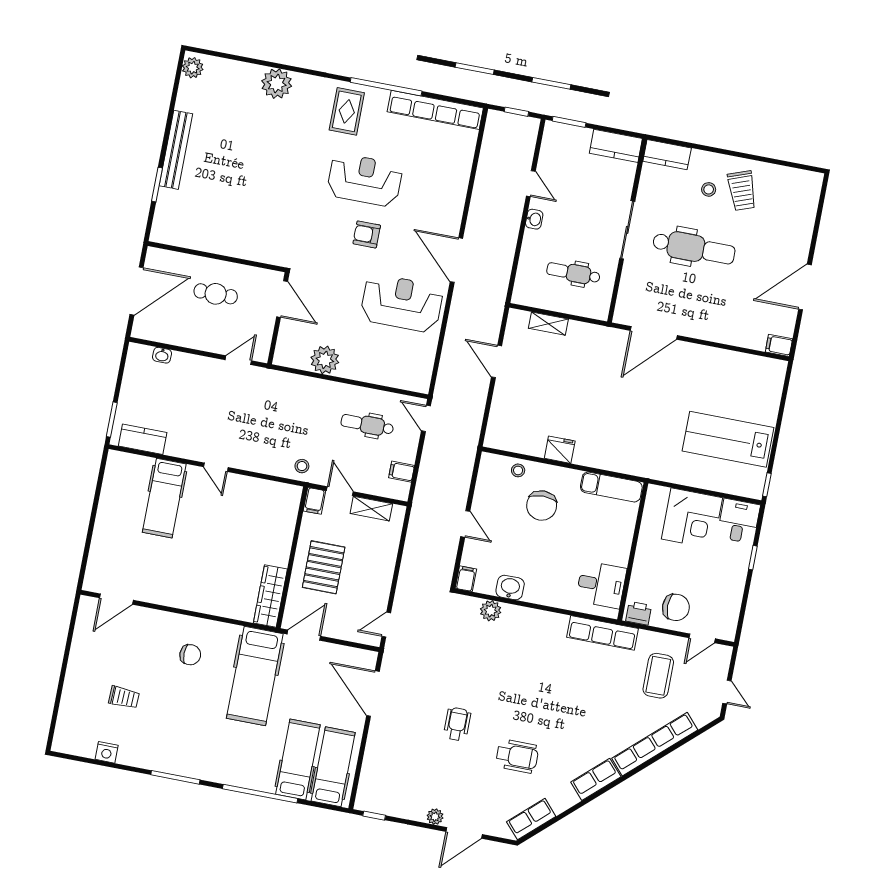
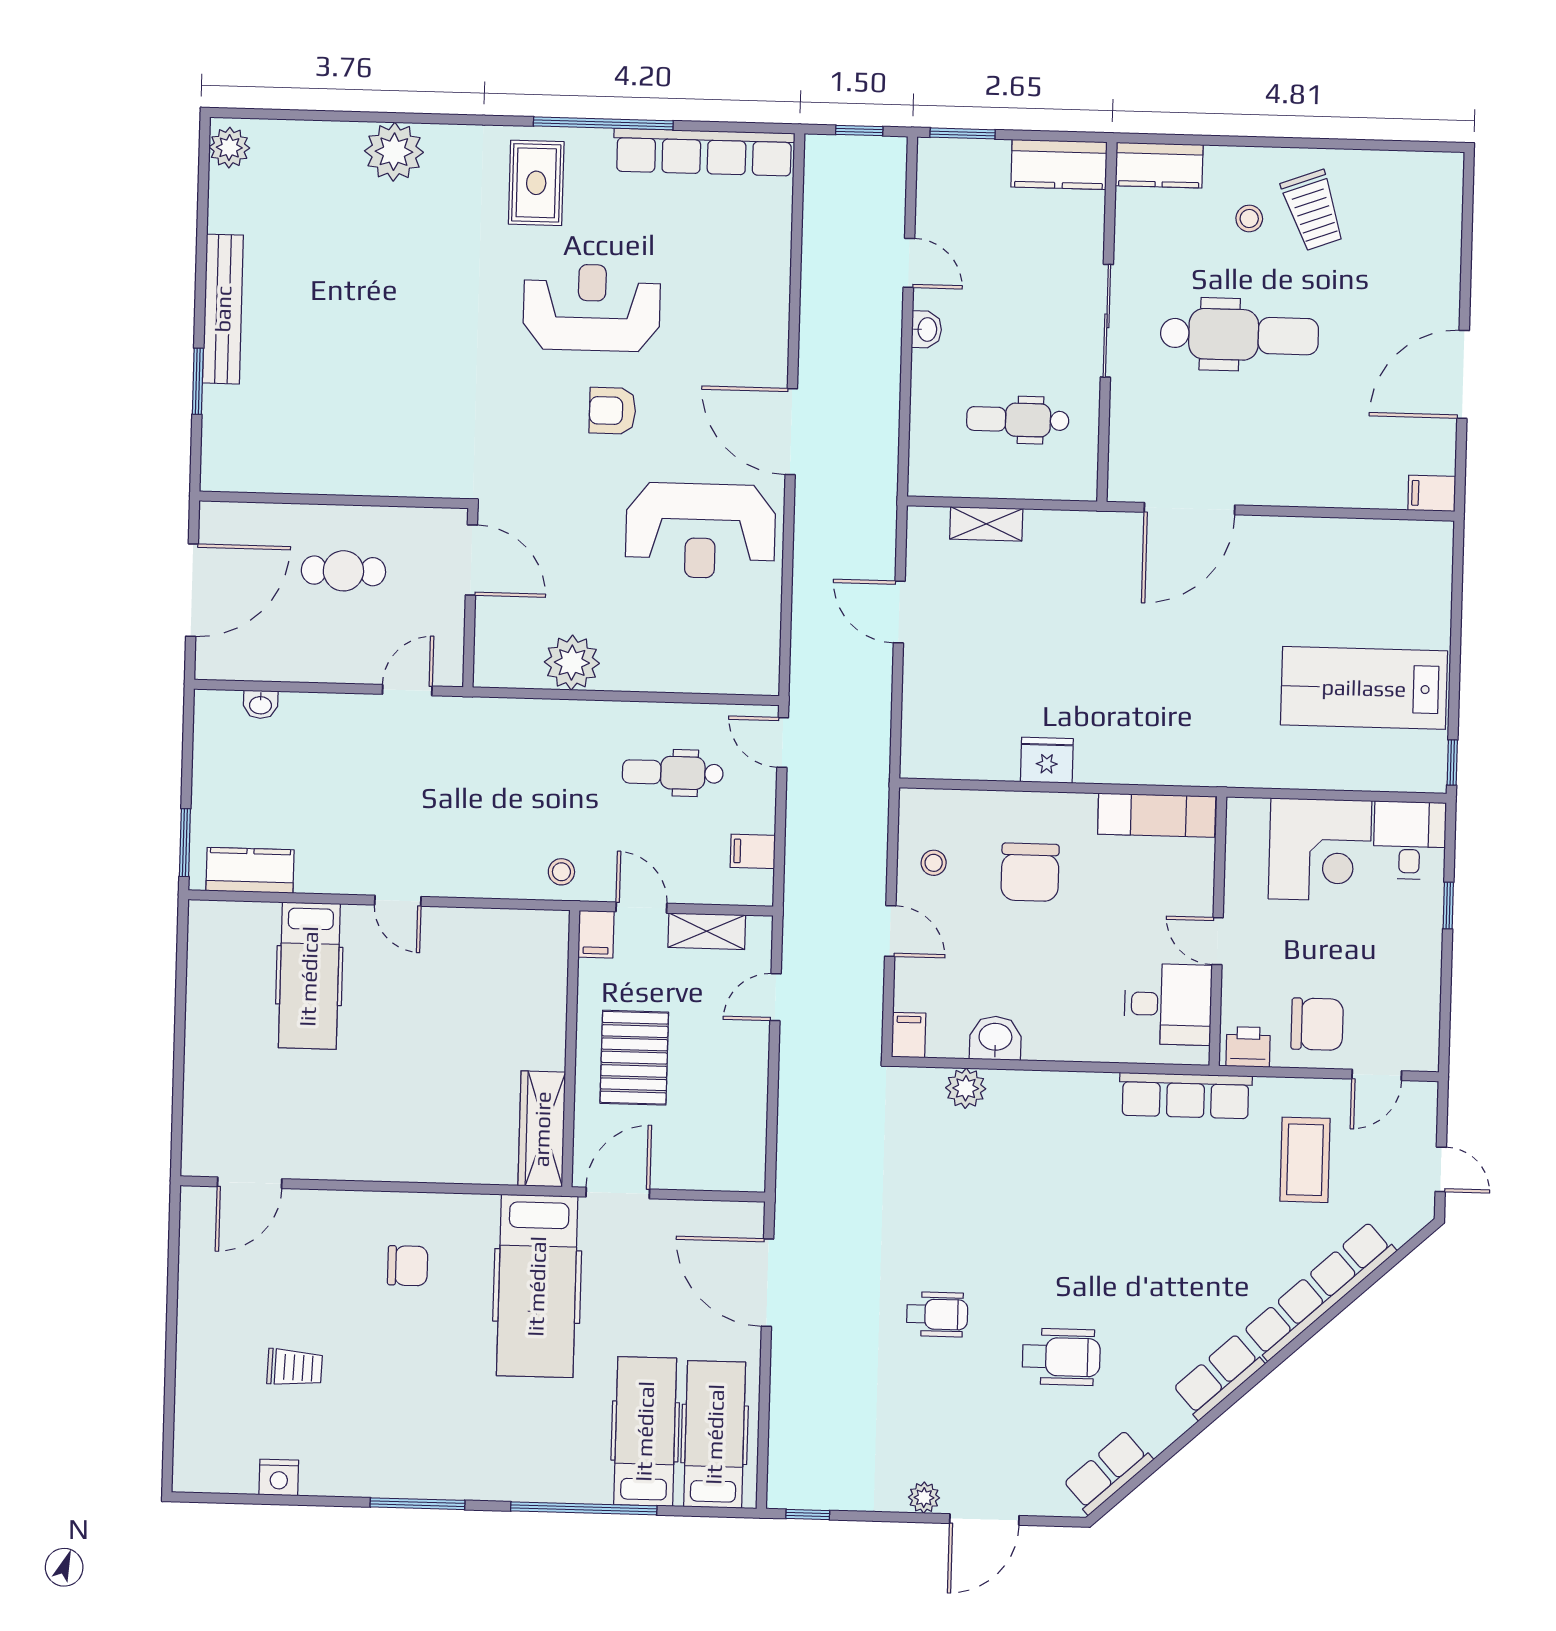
reception desk: (402, 303) -> (701, 531), turned 180
stool: (518, 470) -> (934, 863), moved
door: (632, 557) -> (1218, 941), added
door: (386, 625) -> (775, 997), moved
wheelchair: (457, 724) -> (937, 1314), turned 90

